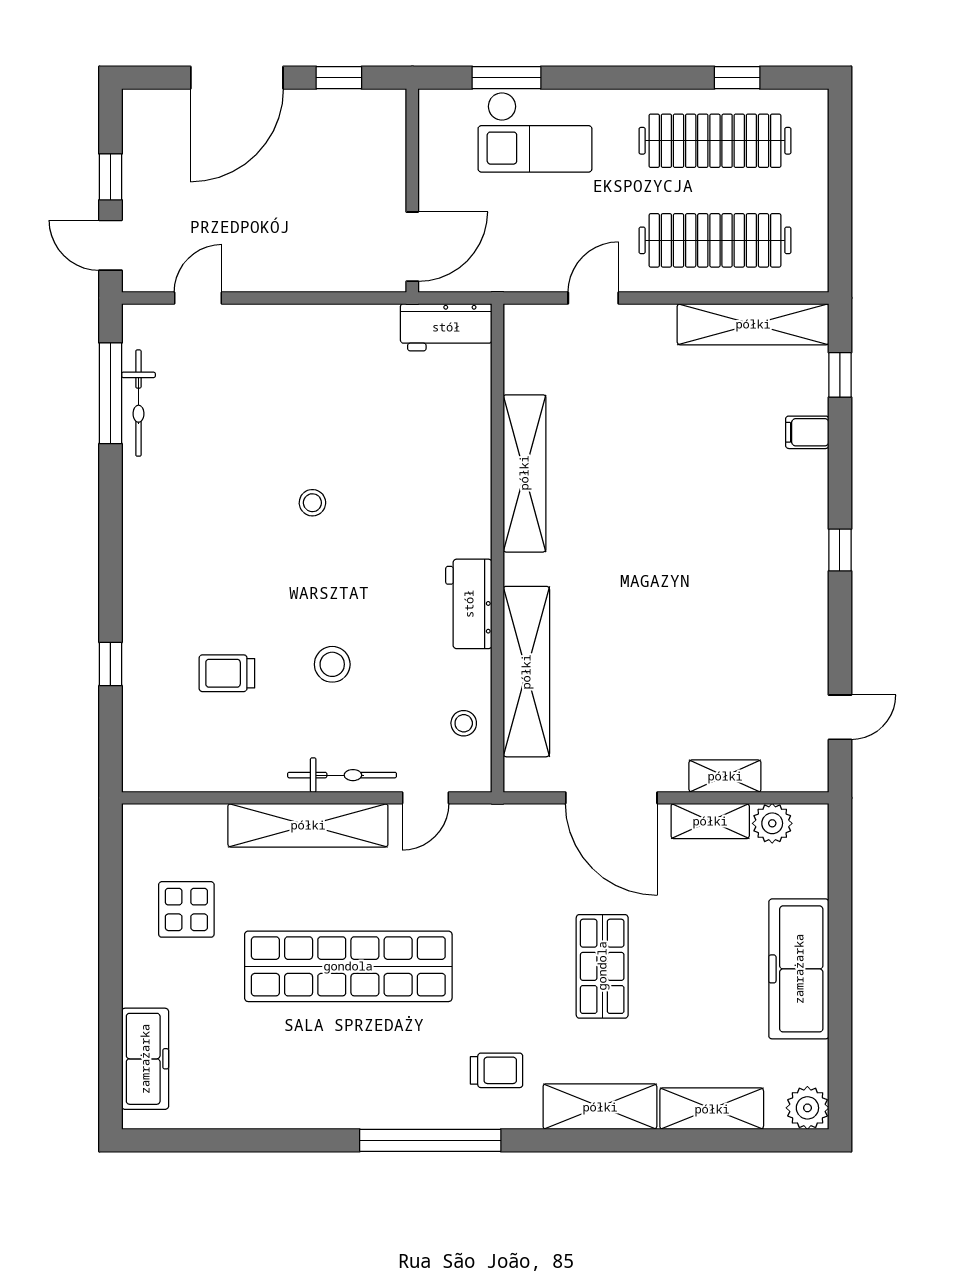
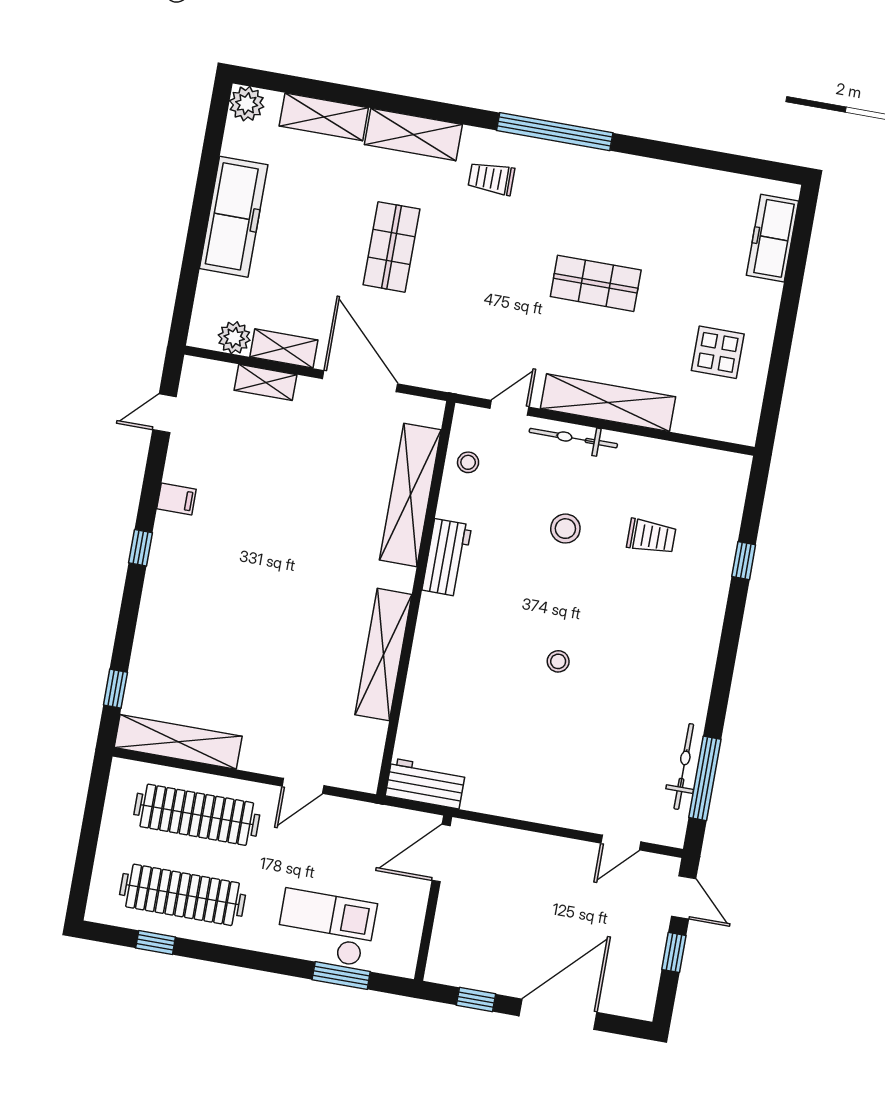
filing cabinet: (807, 432) -> (176, 499), moved
shop shelf: (348, 966) -> (596, 283), width x0.50, depth x0.74

